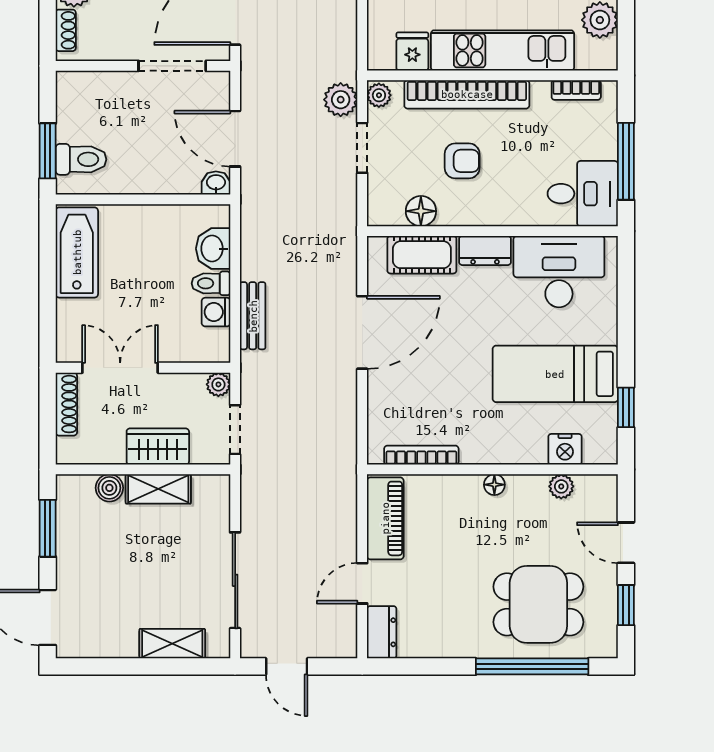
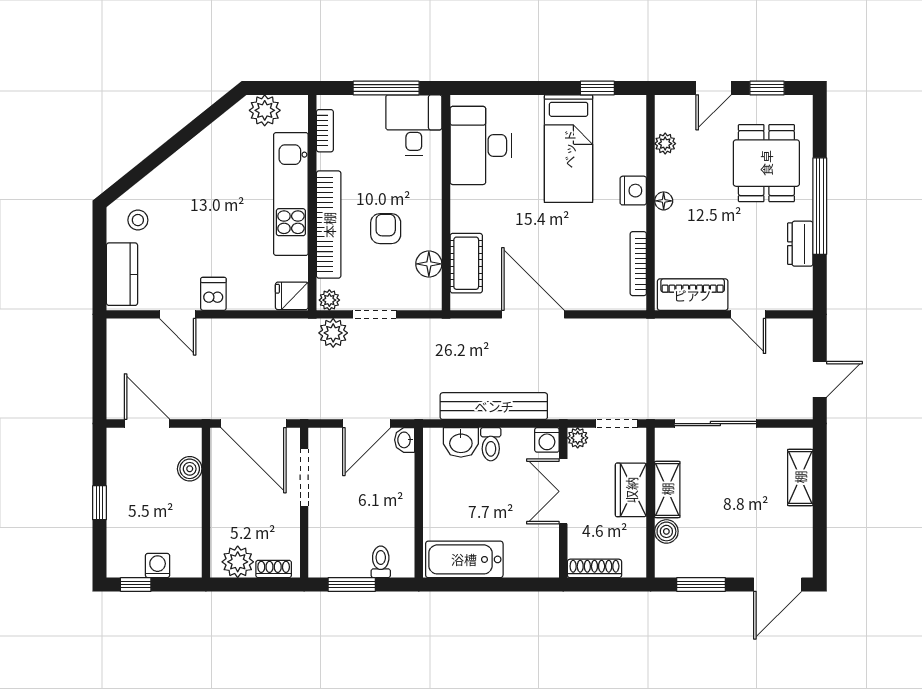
fridge: (412, 52) -> (292, 296), moved
window: (48, 151) -> (352, 584), moved
toilet: (81, 159) -> (381, 562), width x0.73, depth x0.72
dresser: (485, 250) -> (463, 209), removed
washing machine: (216, 312) -> (547, 440), moved
bench: (253, 316) -> (494, 406), width x1.86, depth x1.21
double door: (120, 368) -> (563, 491), moved
nightstand: (565, 449) -> (633, 191), moved
sliding door: (235, 580) -> (715, 424), moved
dresser: (382, 632) -> (800, 244), moved, turned -90
window: (532, 666) -> (820, 206), moved

